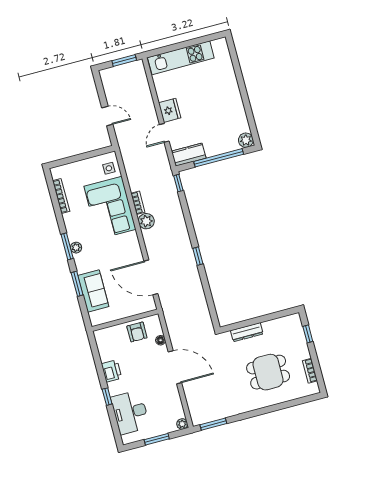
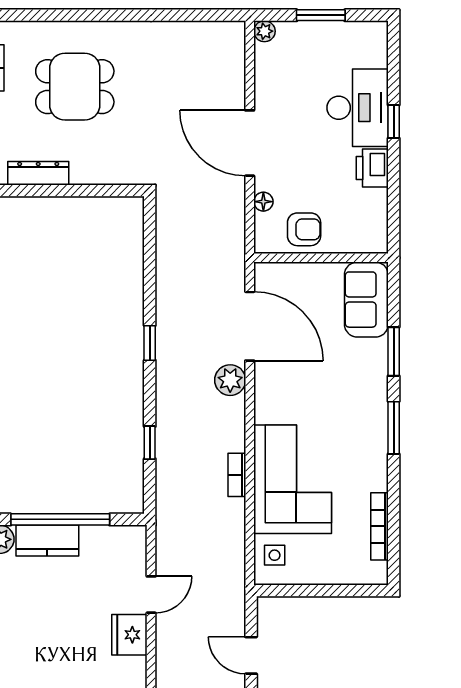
kitchen counter: (189, 155) -> (47, 541), moved
window: (178, 183) -> (150, 443), moved
plant: (146, 221) -> (230, 380), moved
plant: (76, 248) -> (377, 421), removed
sofa: (93, 291) -> (366, 300), moved
armchair: (137, 332) -> (304, 229), turned 90
dresser: (247, 332) -> (38, 173), moved
desk: (130, 412) -> (358, 108), moved
window: (213, 424) -> (205, 15), removed

